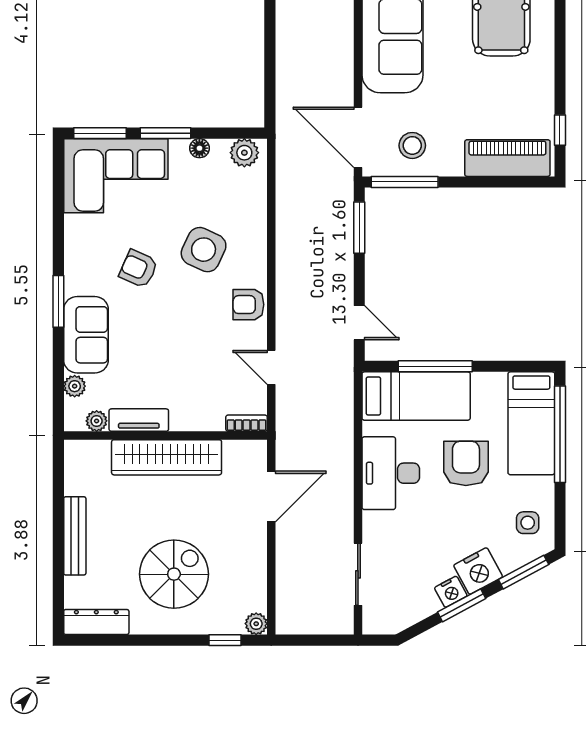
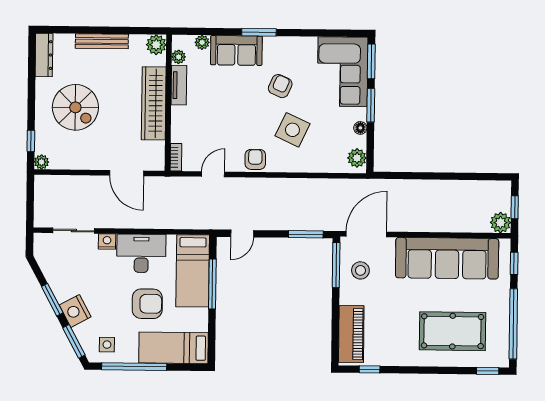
window: (560, 434) -> (134, 367), moved
plant: (79, 455) -> (156, 45), added
nightstand: (451, 592) -> (107, 241), moved, turned 118

